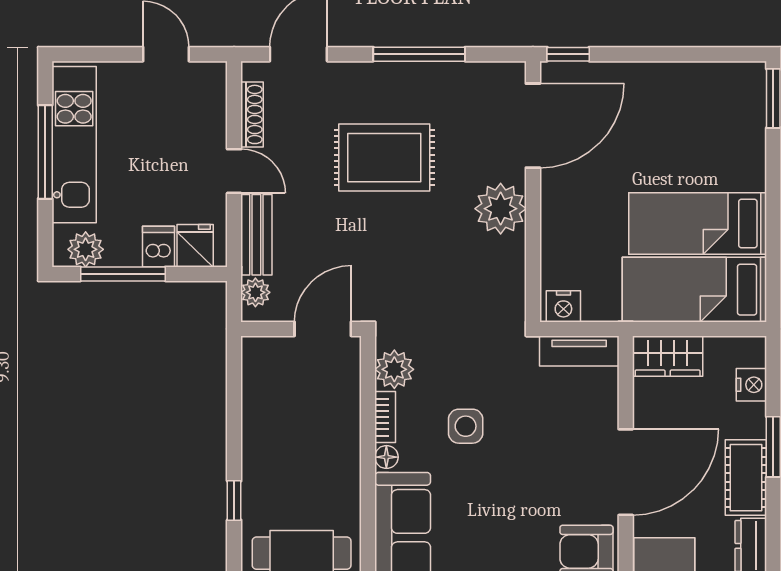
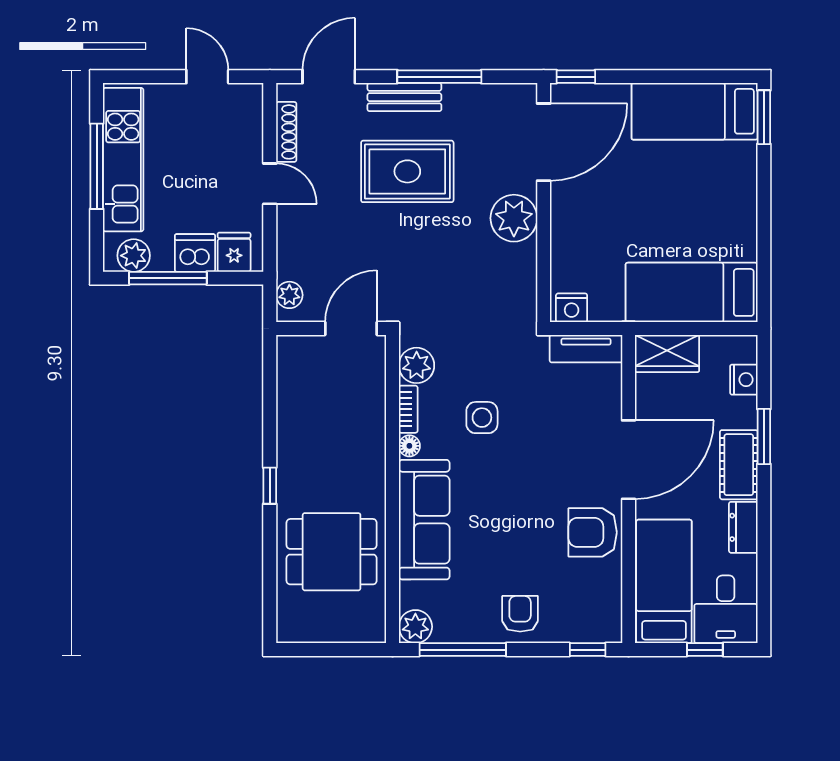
bed: (698, 223) -> (695, 111), moved
bench: (256, 235) -> (404, 97), moved, turned 90
dishwasher: (159, 247) -> (195, 253), width x1.38

